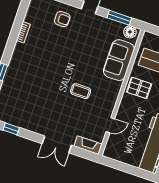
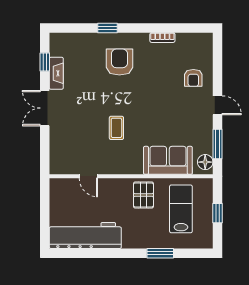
armchair: (31, 72) -> (119, 62), added
double door: (57, 144) -> (45, 108), moved
fireplace: (88, 145) -> (56, 73), moved

